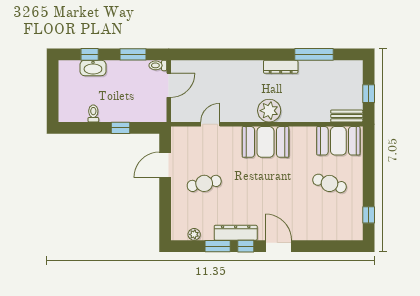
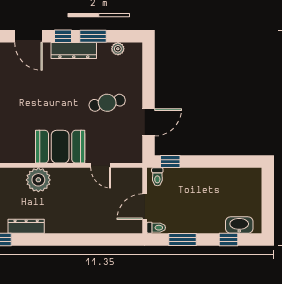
washbasin: (93, 68) -> (239, 225), moved
toilet: (93, 113) -> (157, 177), moved
door: (210, 124) -> (101, 165), hinge flipped
window: (120, 128) -> (170, 162), moved
booth: (266, 142) -> (60, 147), moved

